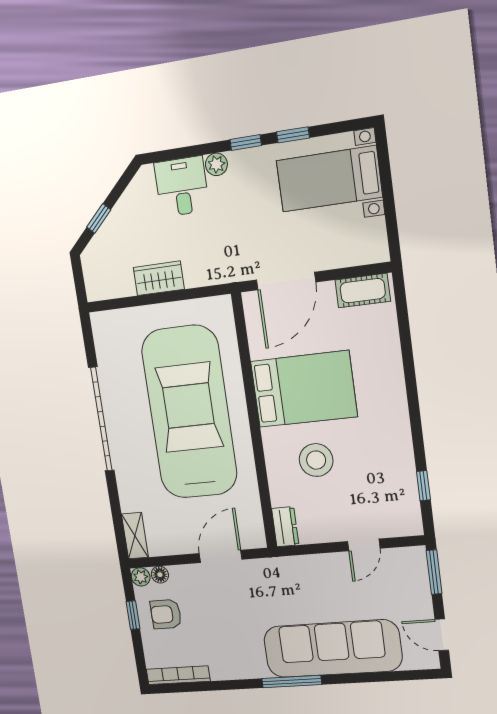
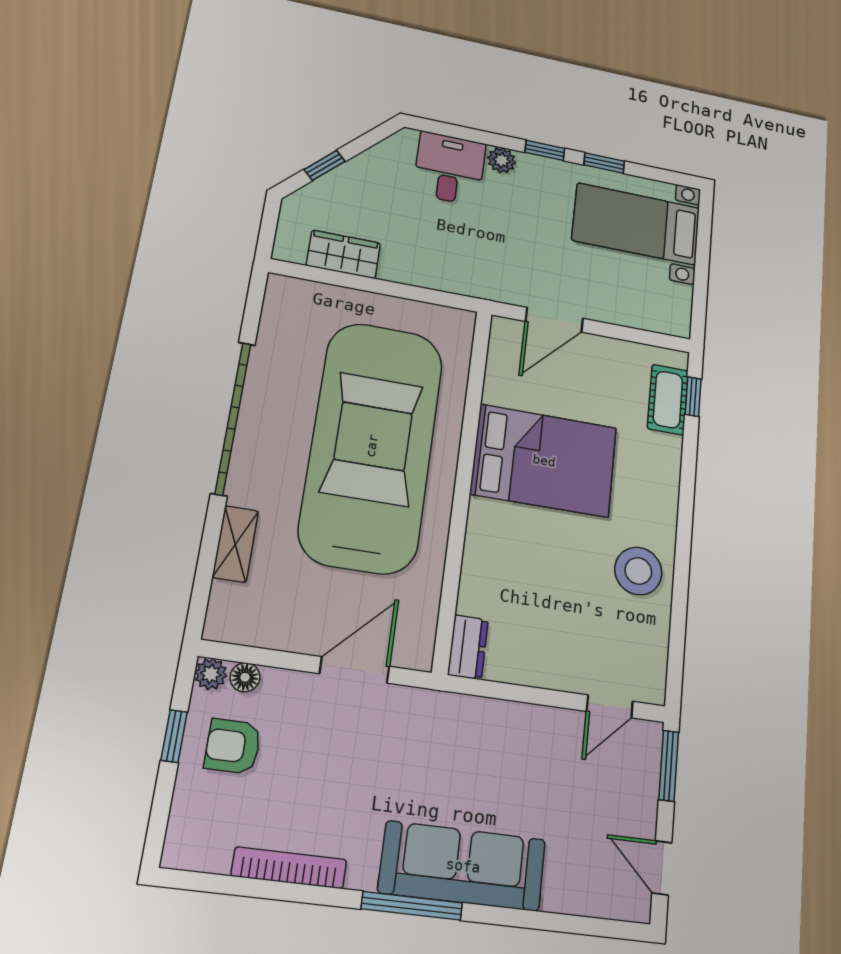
wardrobe: (159, 278) -> (343, 254), moved
door: (286, 281) -> (554, 320), width x0.73
cot: (363, 291) -> (668, 400), moved, turned 90
stool: (316, 460) -> (638, 571), moved
window: (423, 486) -> (693, 397), moved
shelving: (135, 536) -> (235, 544), moved
door: (364, 545) -> (610, 706), moved
sofa: (333, 649) -> (463, 866), width x0.74, depth x0.79
bookcase: (178, 675) -> (289, 868), moved

